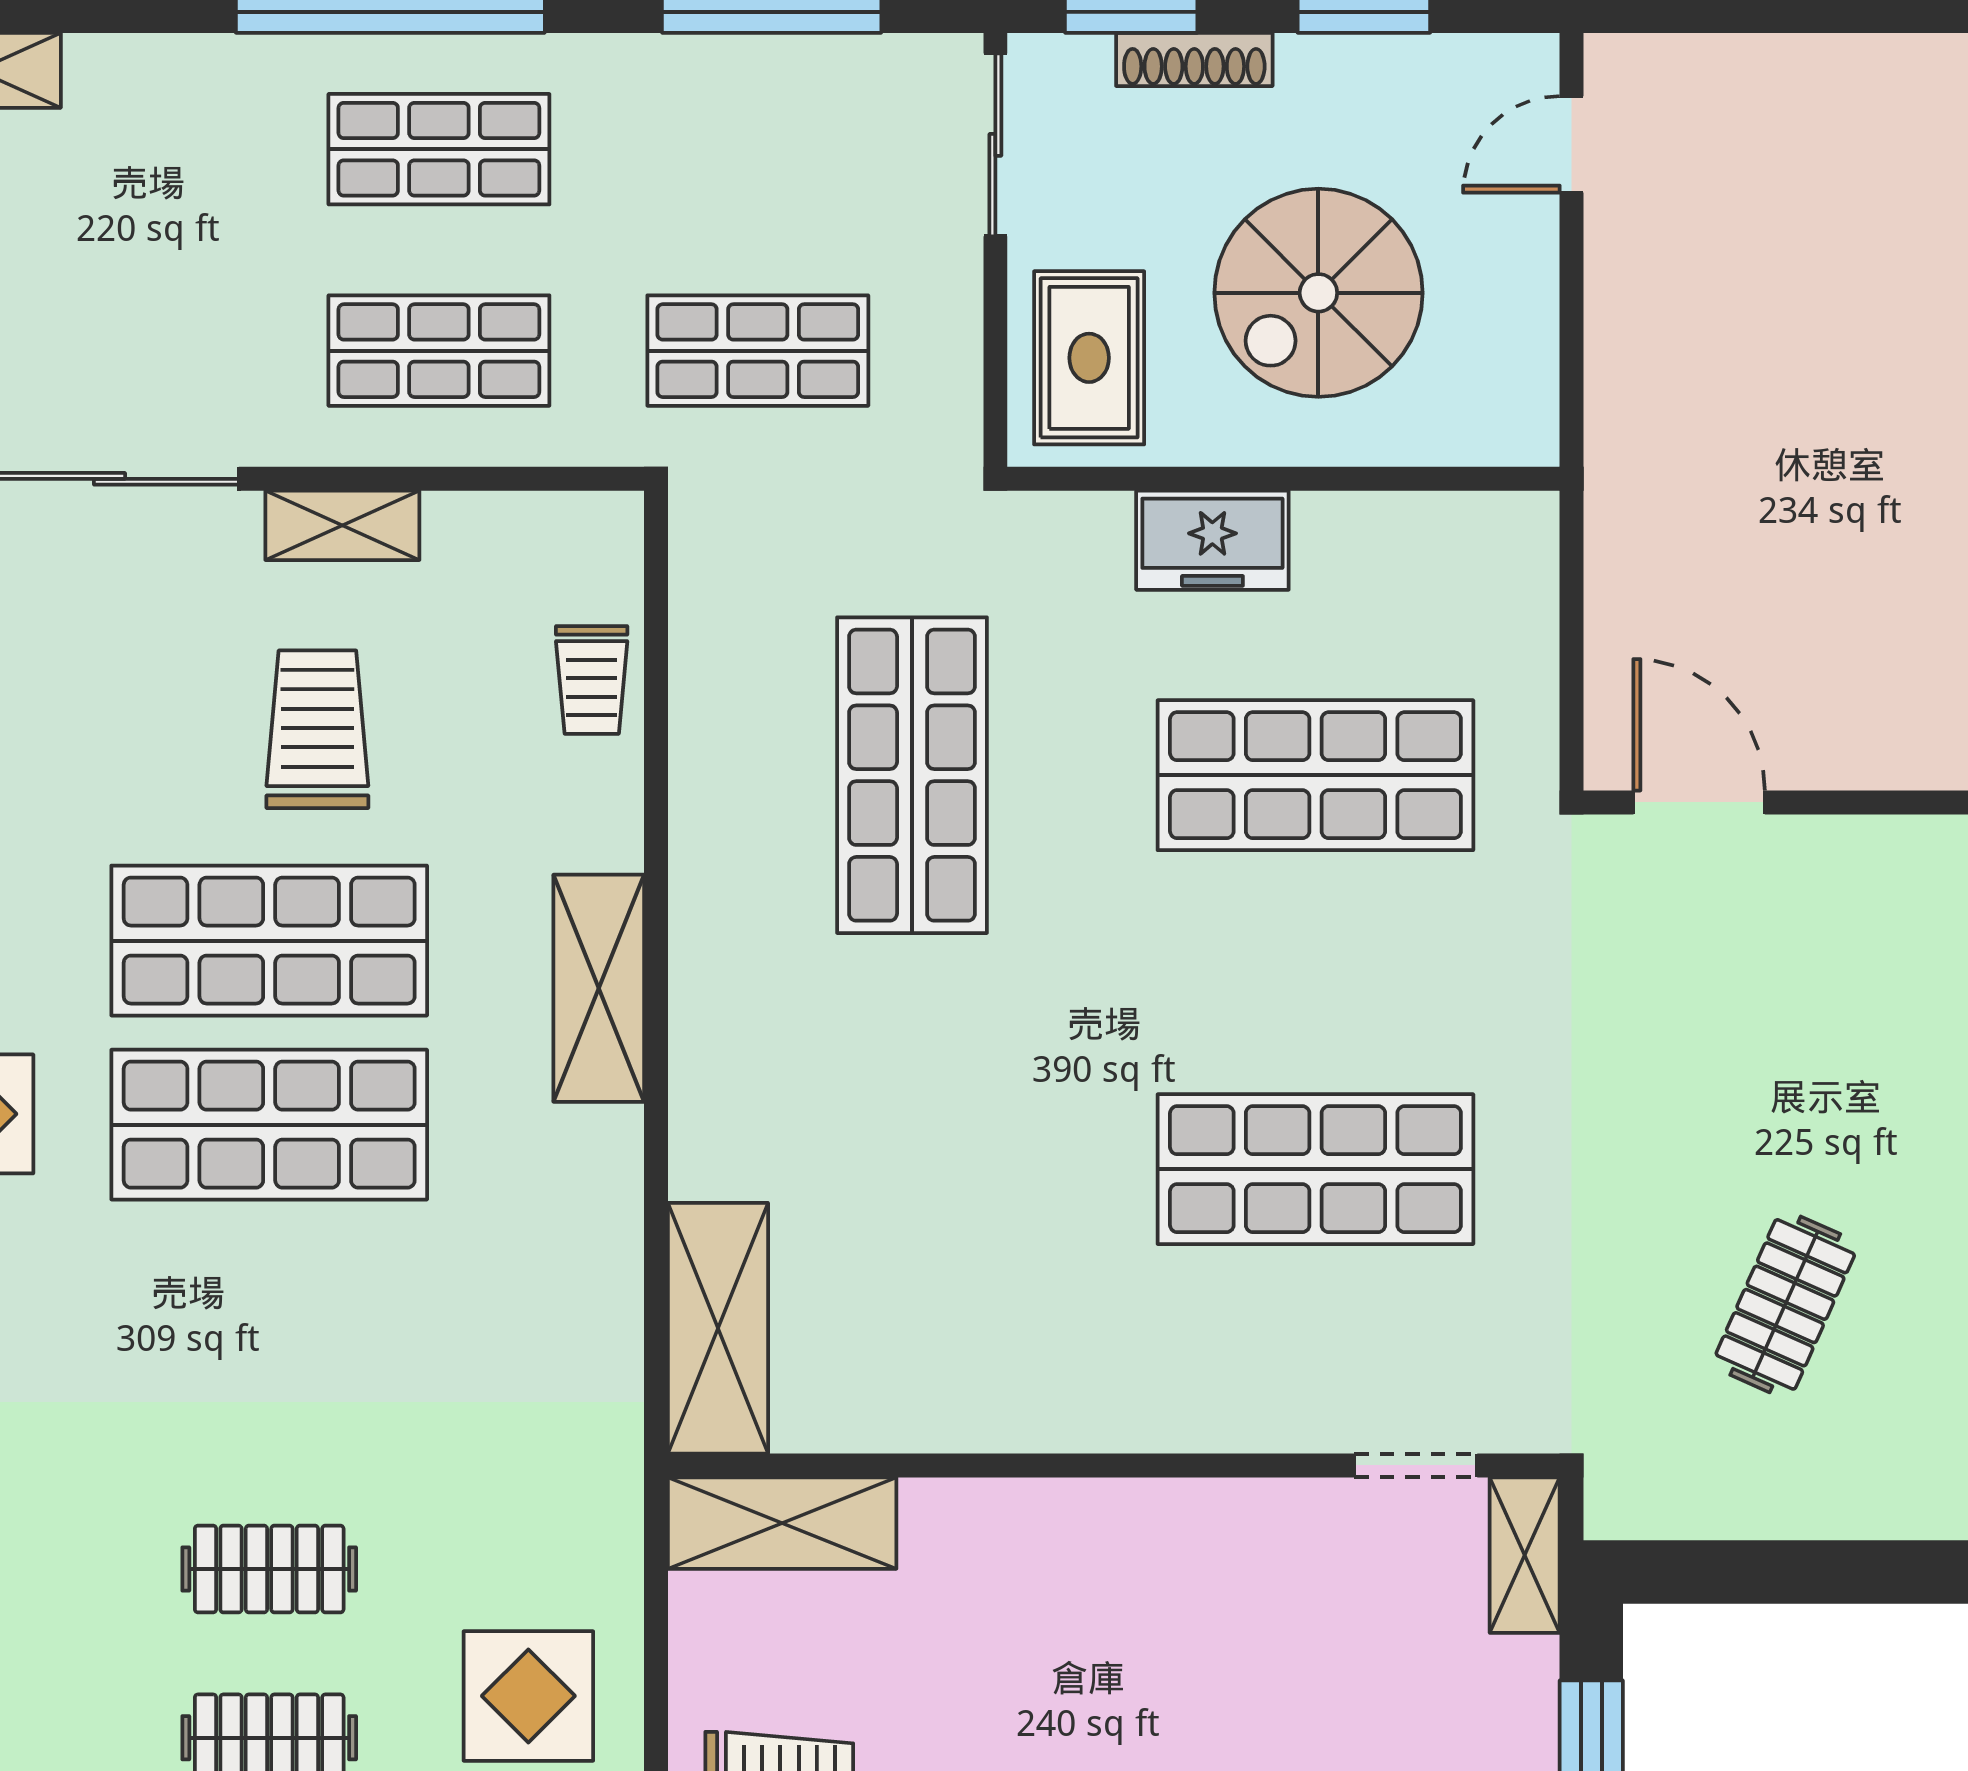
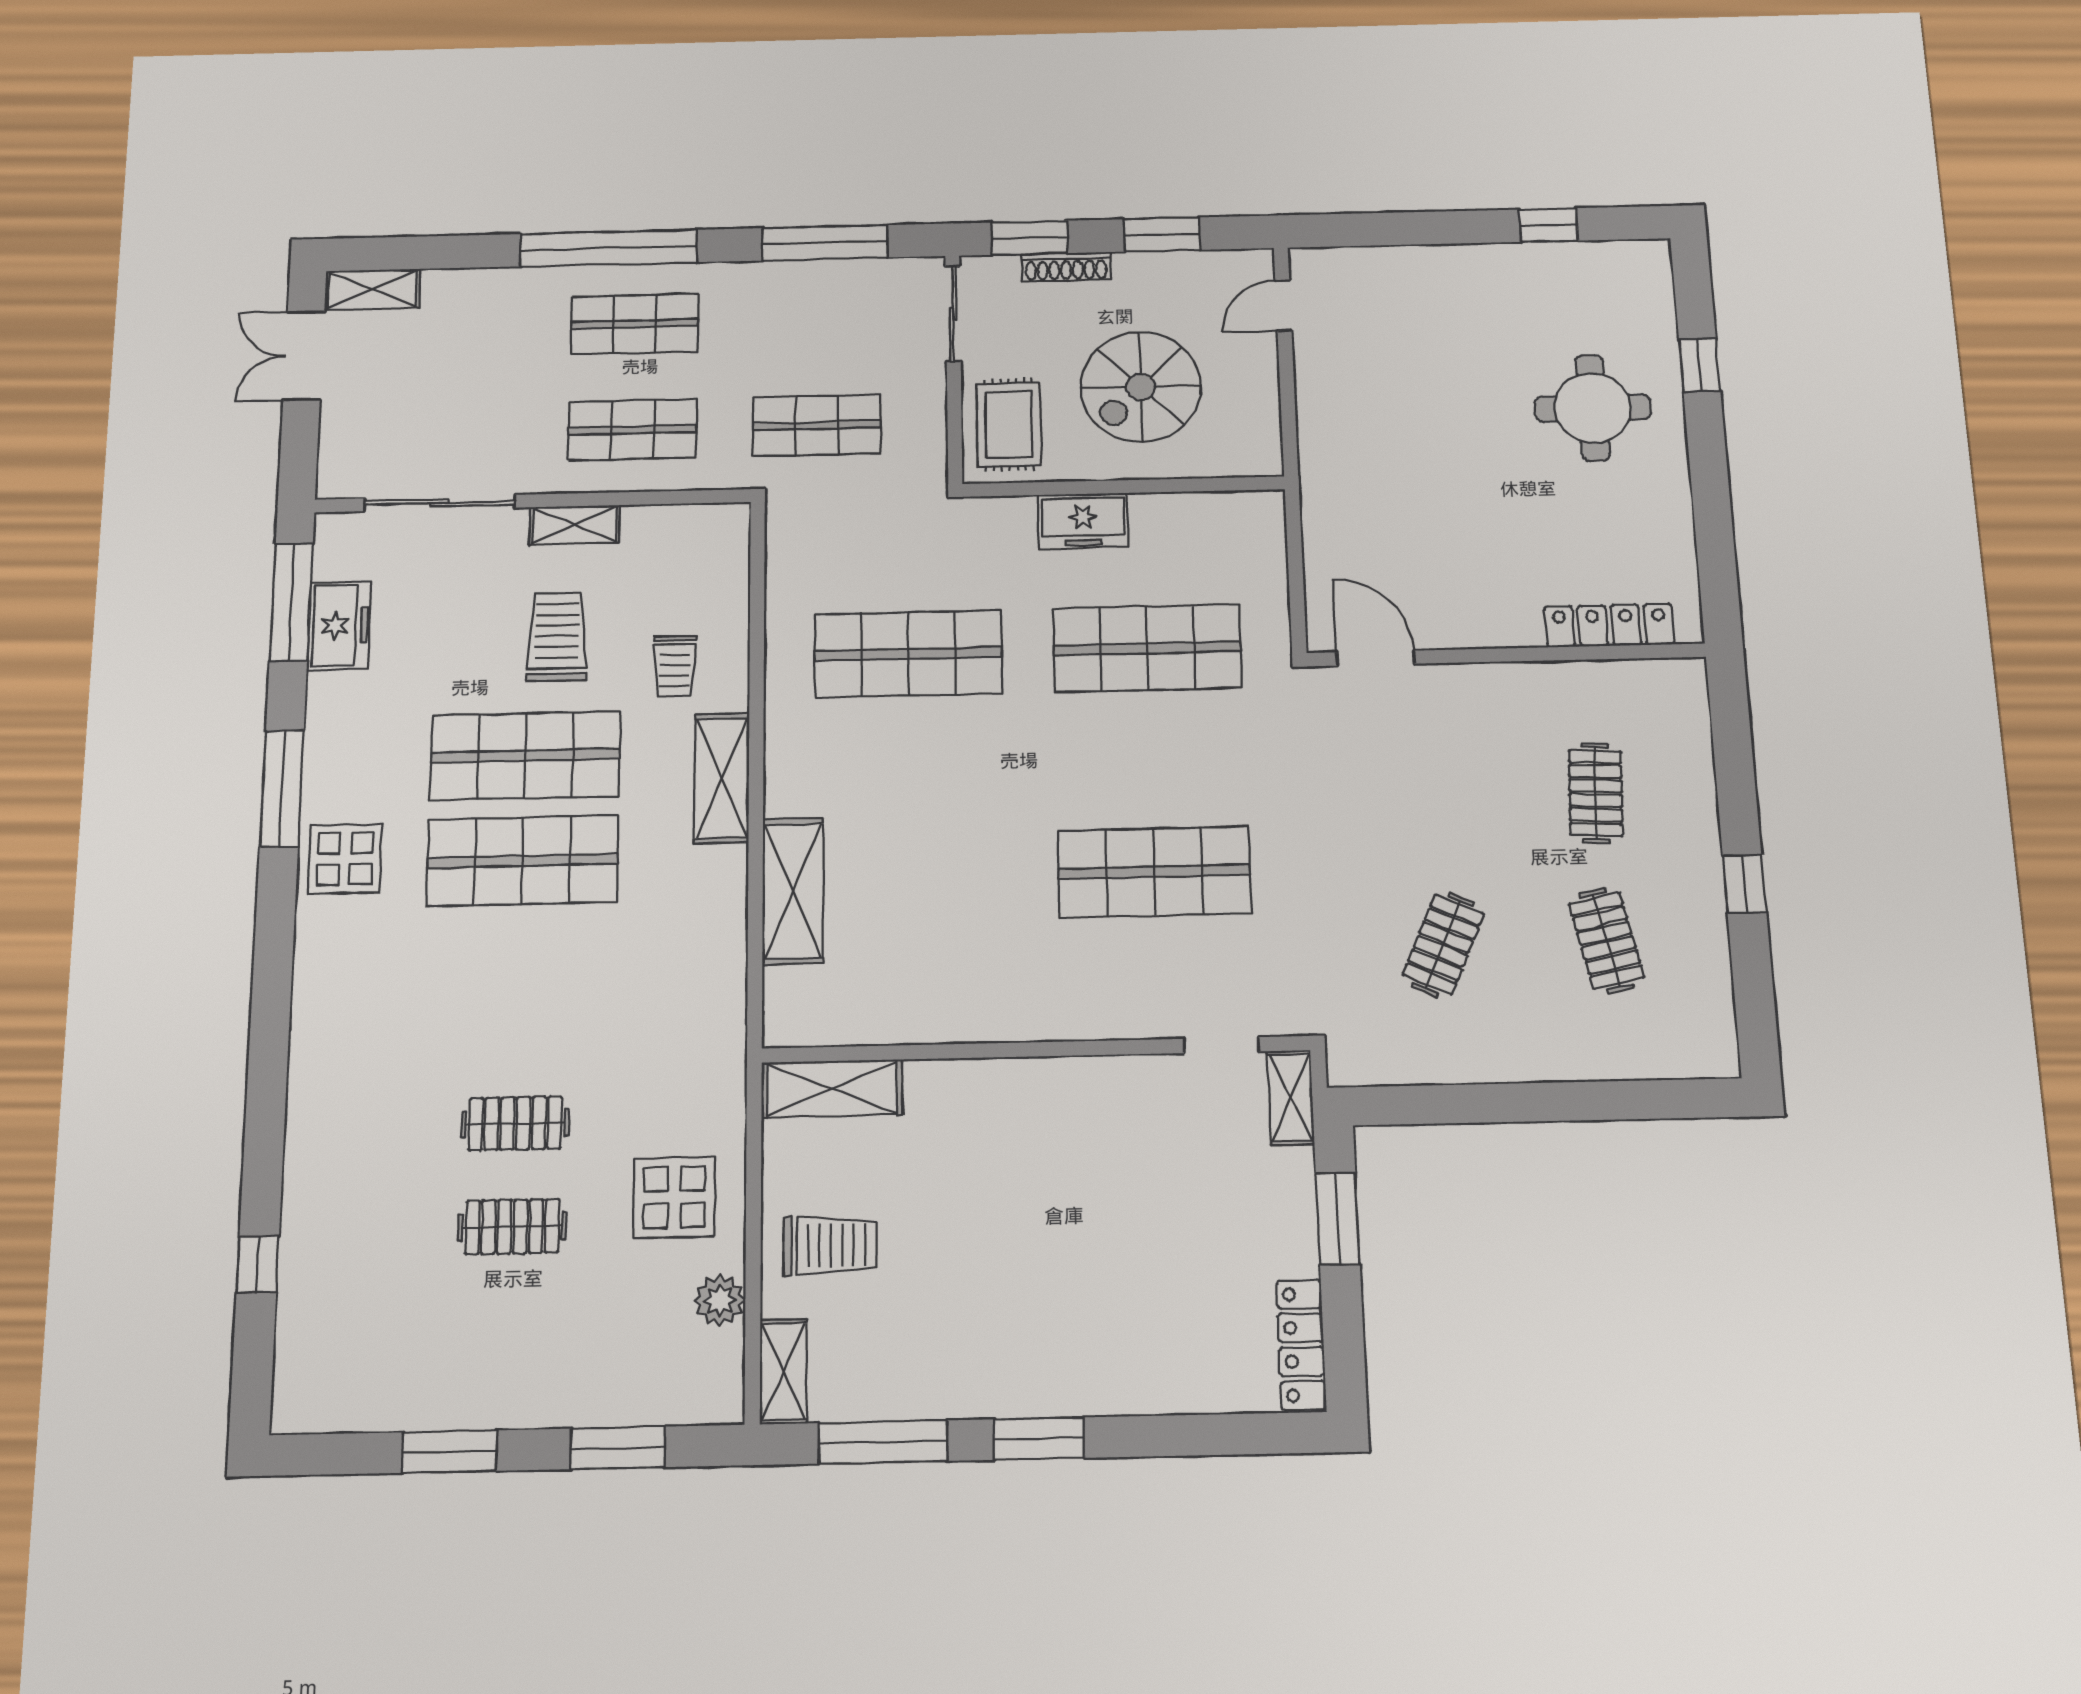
trolley: (592, 680) -> (675, 666), moved
shop shelf: (912, 775) -> (908, 654), turned 90
shelving: (718, 1328) -> (793, 891), moved

